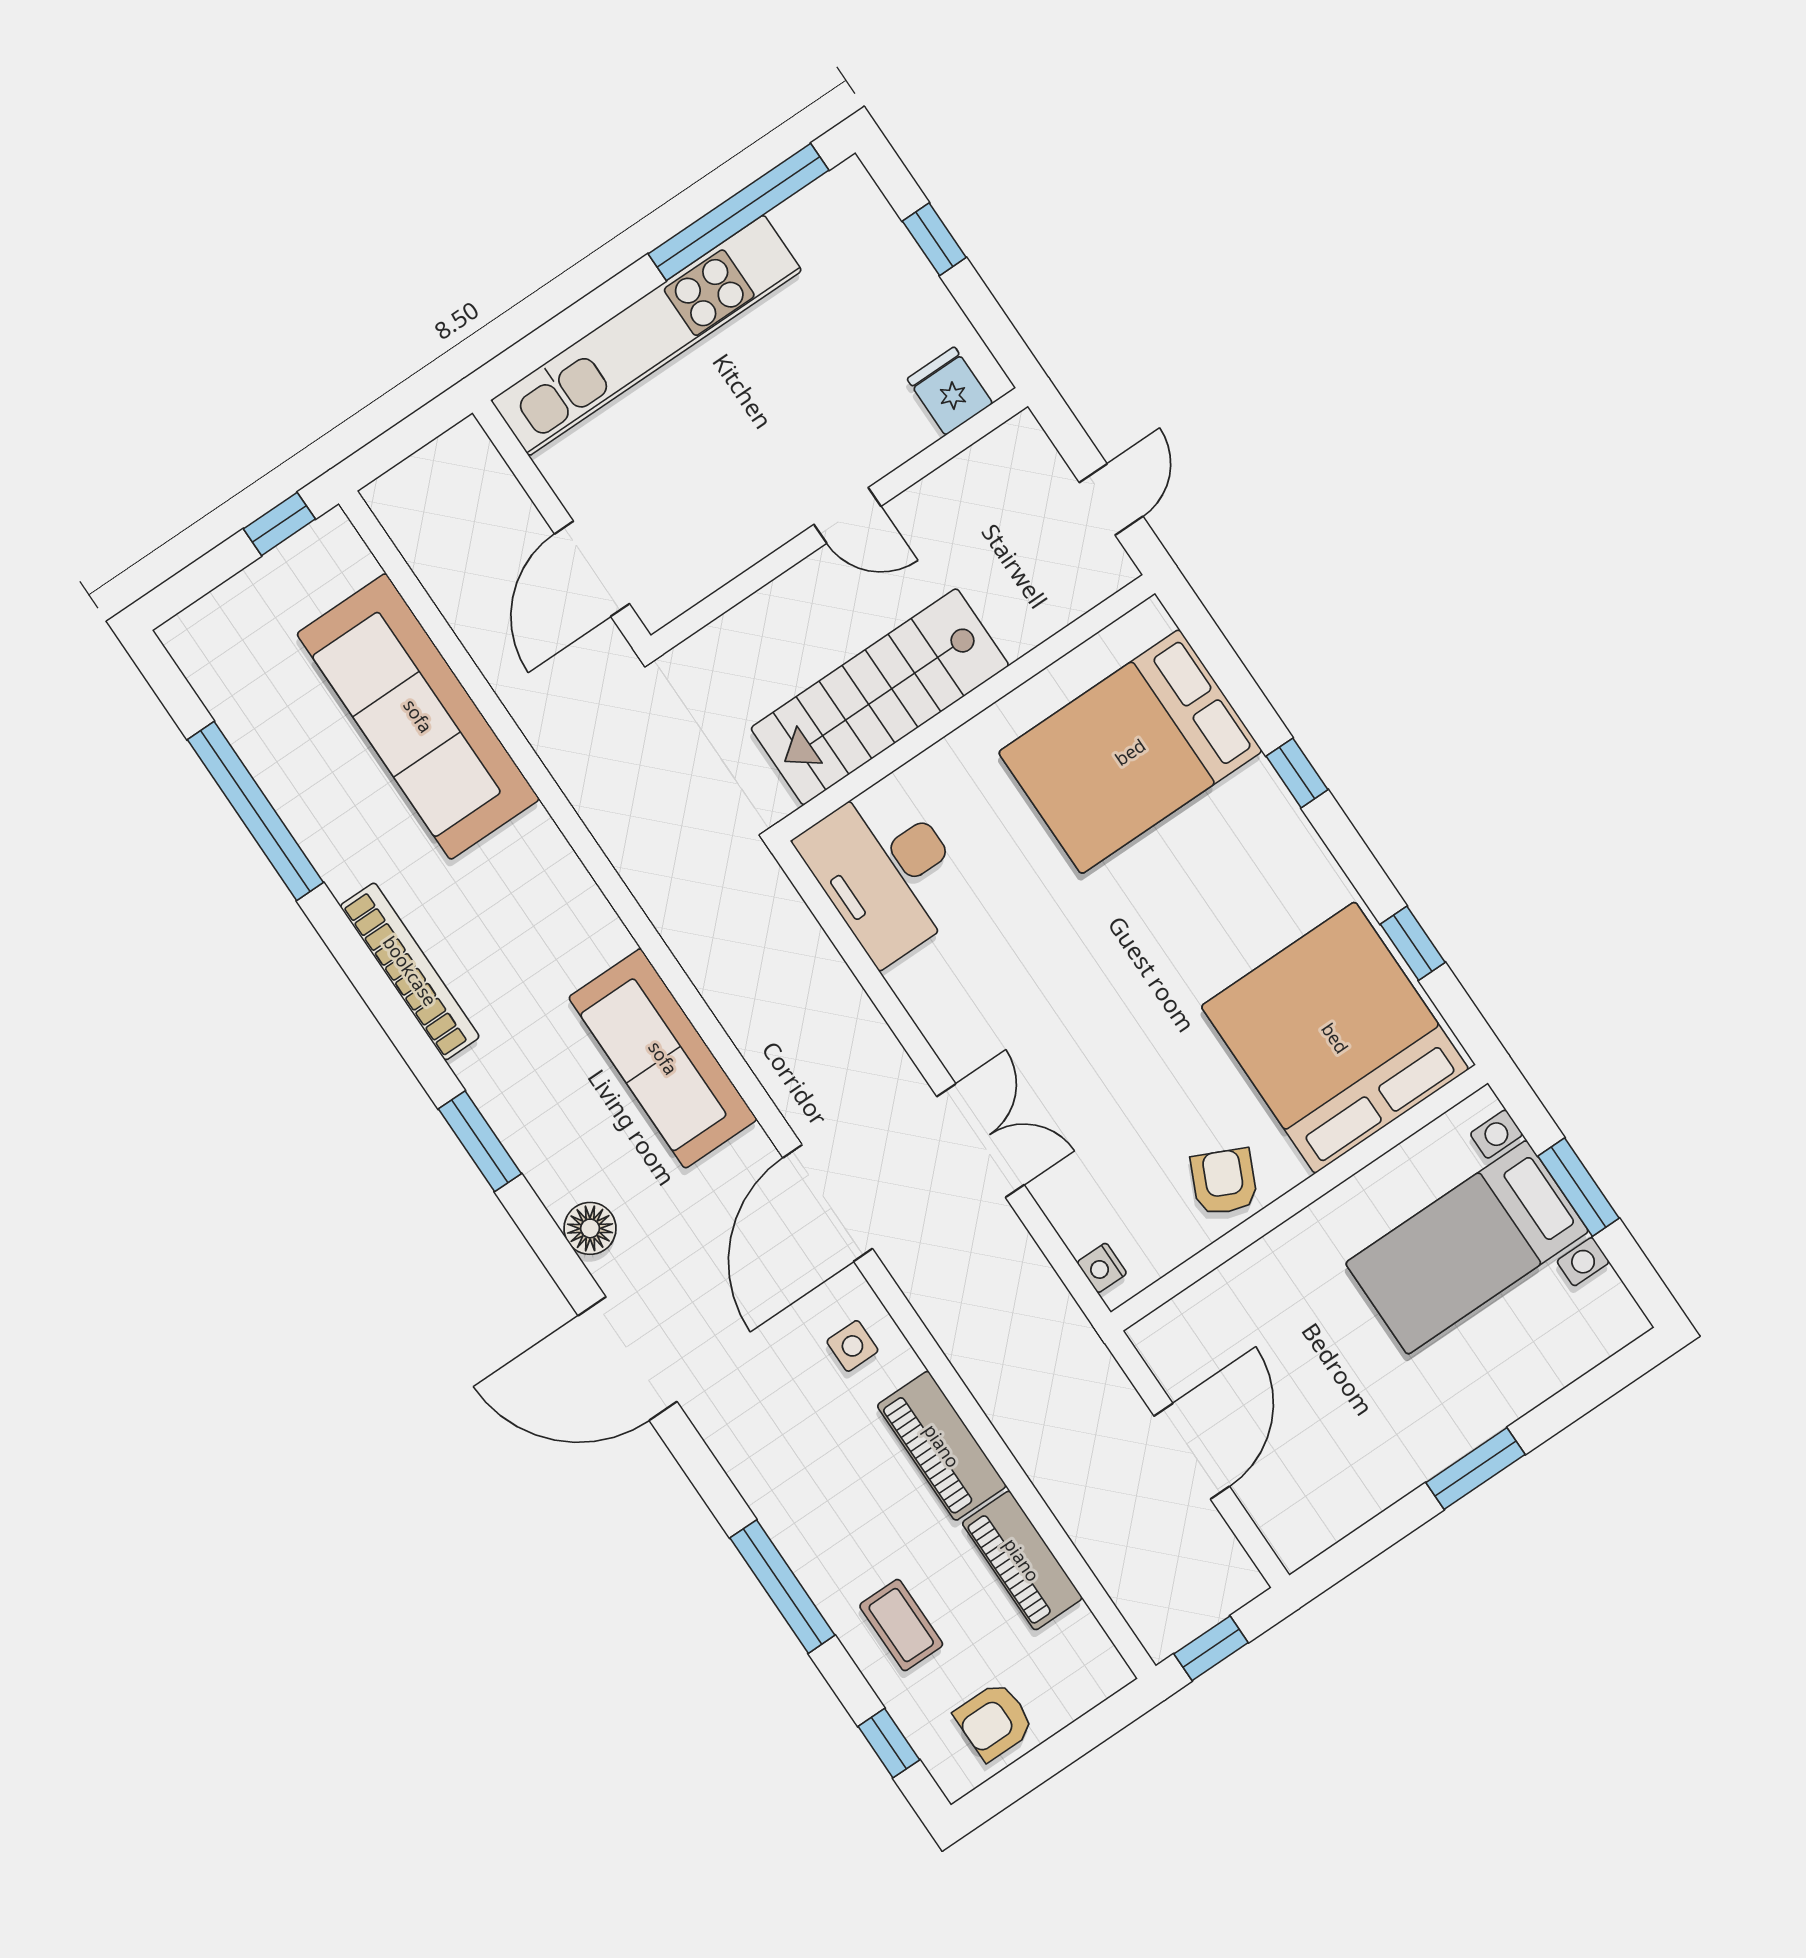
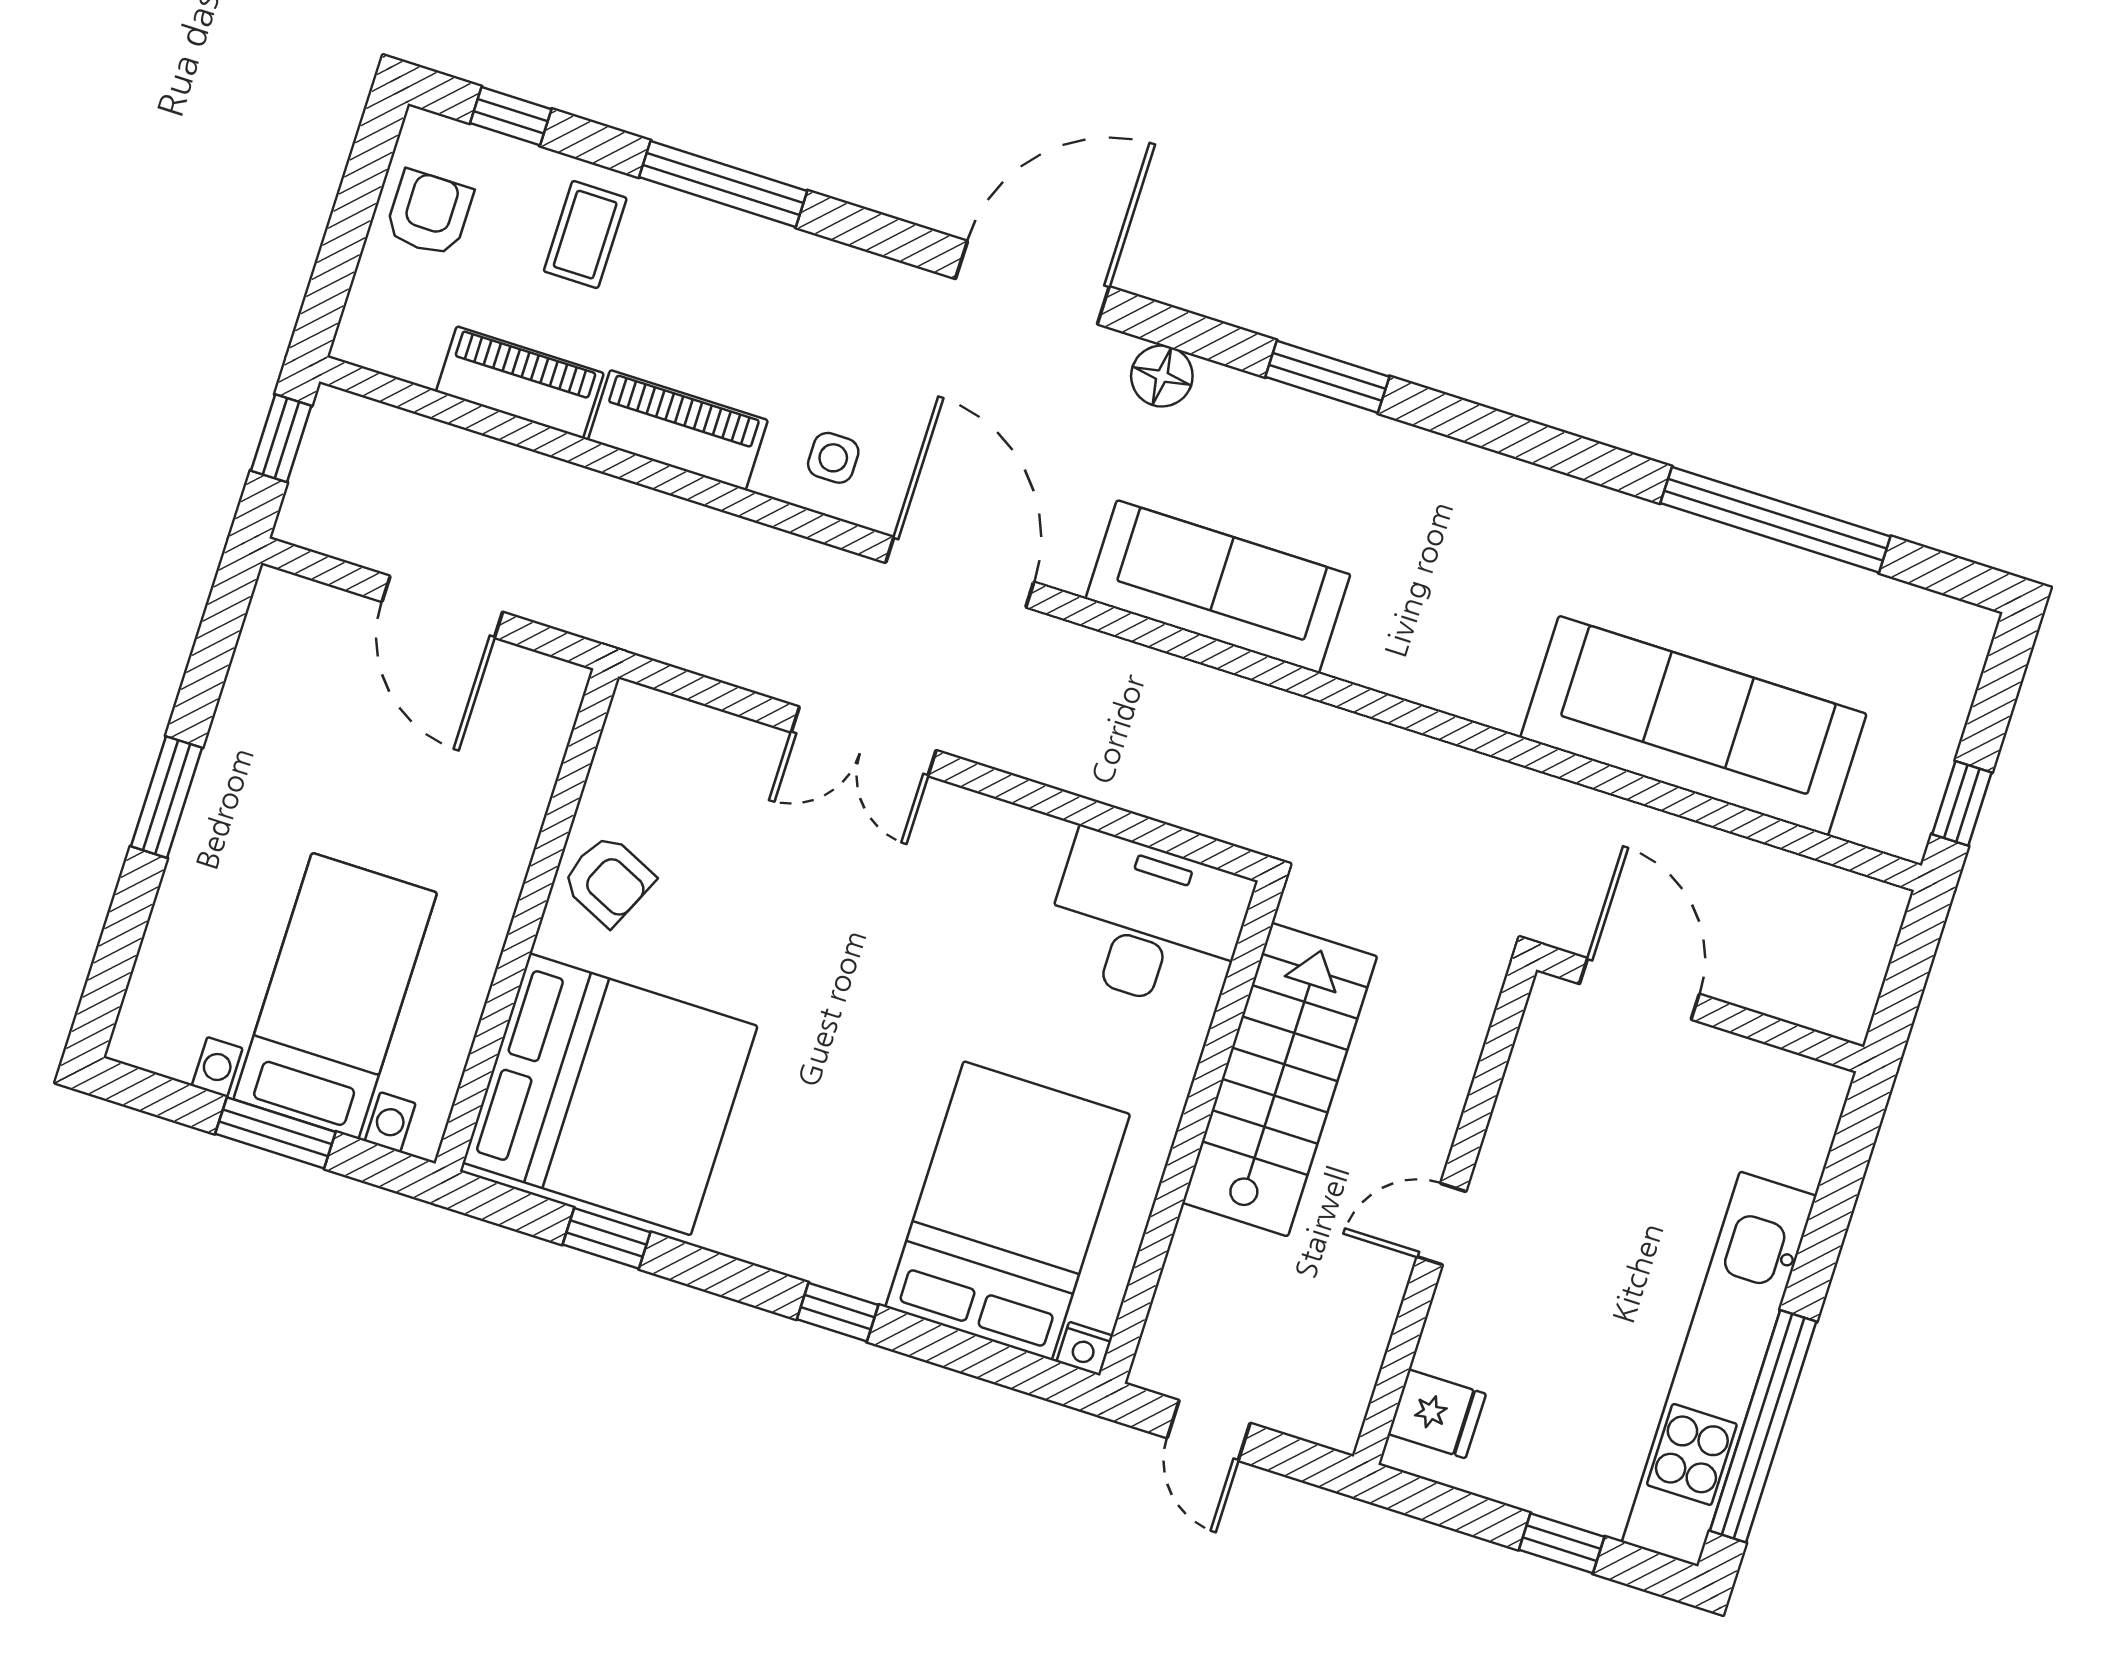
kitchen unit: (646, 335) -> (1719, 1369), moved
bookcase: (410, 971) -> (1516, 483), removed
nightstand: (1102, 1268) -> (1084, 1349), moved, turned 180
coffee table: (901, 1625) -> (585, 235), turned 90

